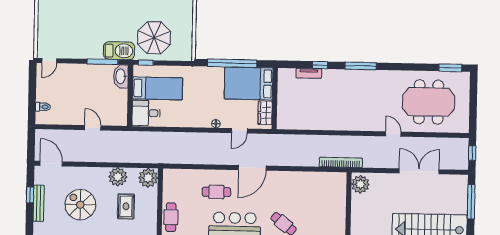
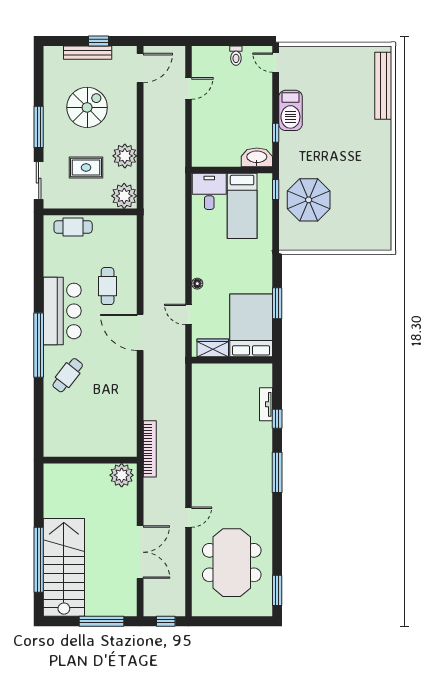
barbecue: (119, 51) -> (290, 110), moved
window: (103, 62) -> (276, 133), width x0.46
window: (232, 63) -> (277, 303), width x0.47
toilet: (43, 107) -> (236, 56), moved
door: (93, 128) -> (189, 88), moved

